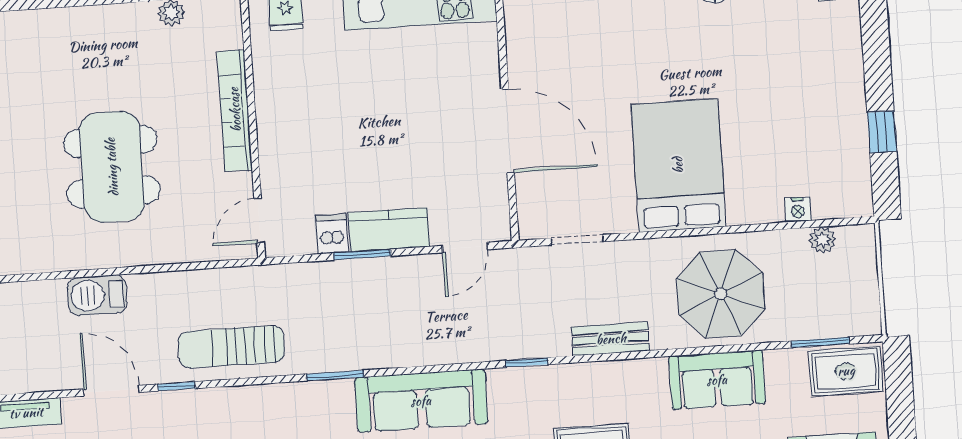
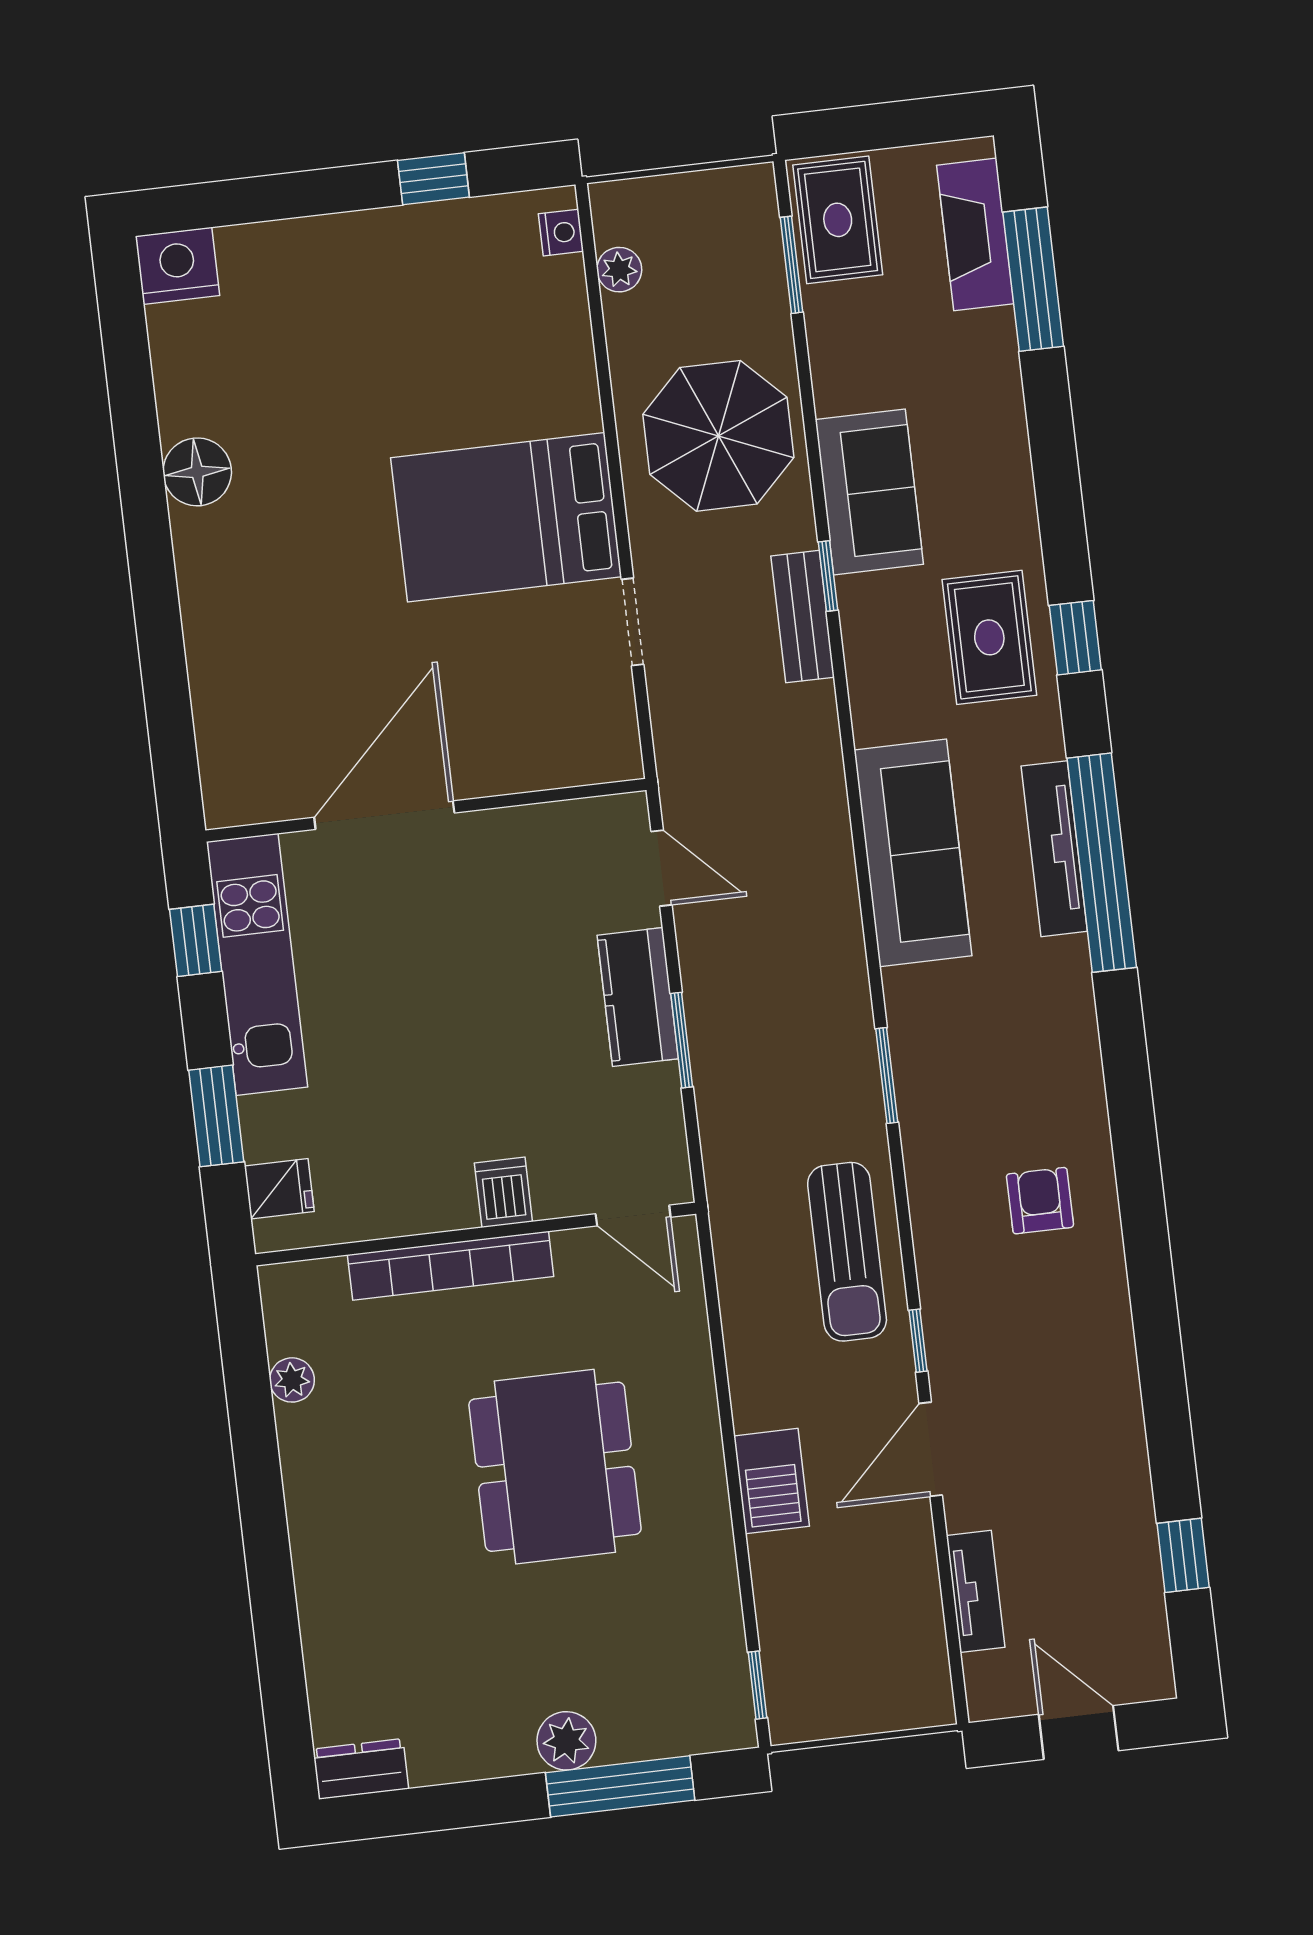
door: (508, 131) -> (384, 815), moved
dining table: (112, 167) -> (555, 1467), turned 90
nightstand: (798, 210) -> (561, 233), moved
dishwasher: (332, 234) -> (503, 1192), moved, turned 90
doorway: (577, 240) -> (633, 622), moved
window: (527, 362) -> (828, 576), moved
sofa: (717, 380) -> (869, 492), moved
sofa: (421, 401) -> (913, 853), moved

